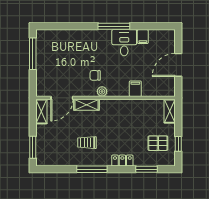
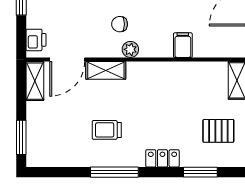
printer: (42, 85) -> (36, 40), added

